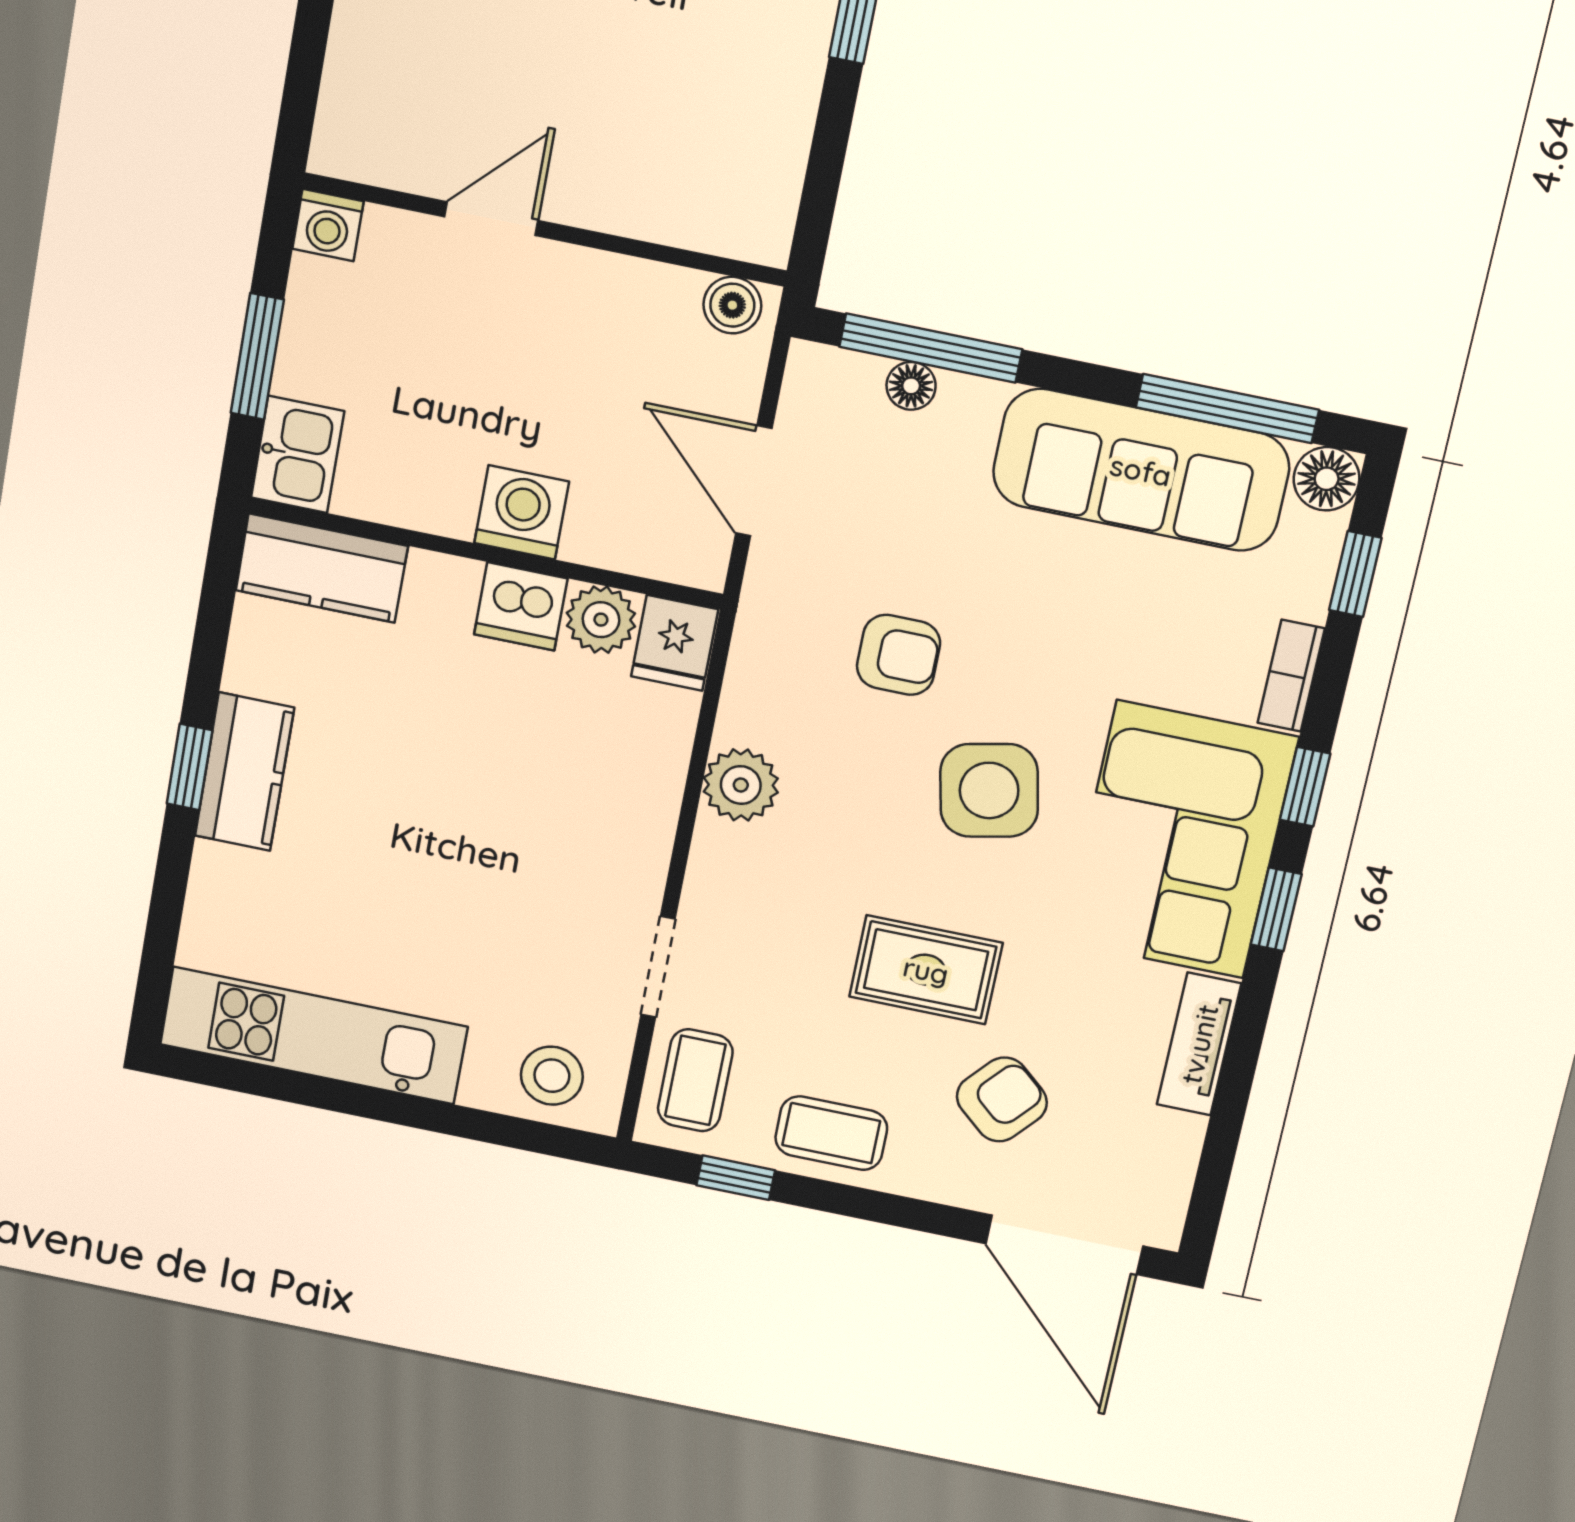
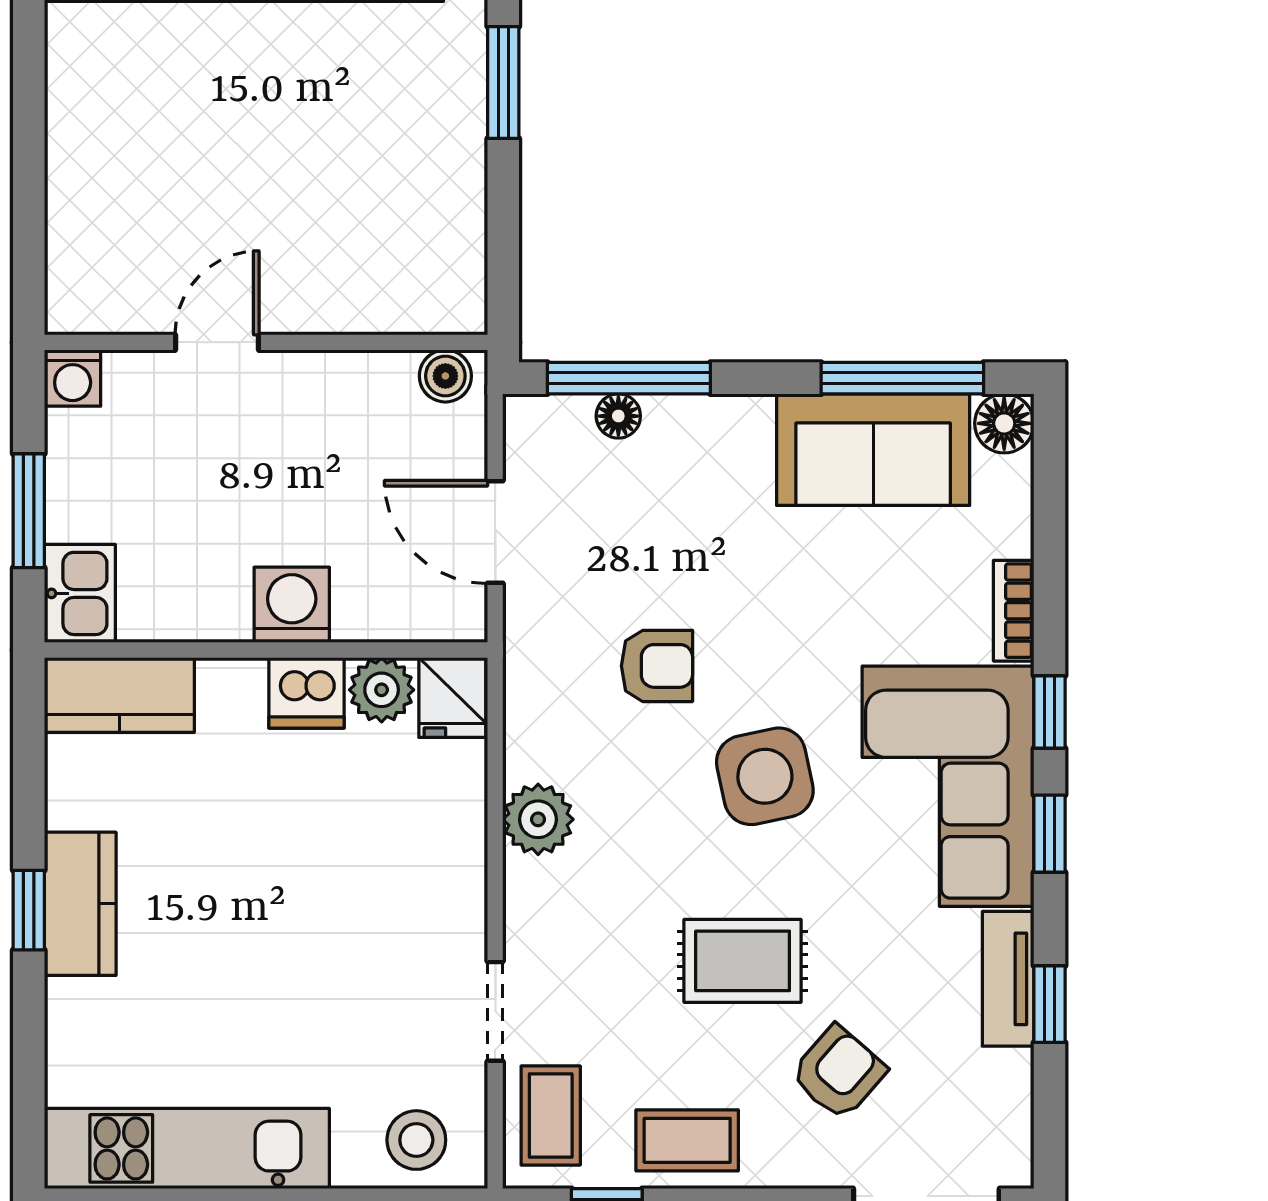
sofa: (1141, 470) -> (873, 450), width x0.73
window: (1355, 574) -> (1049, 1004), moved

